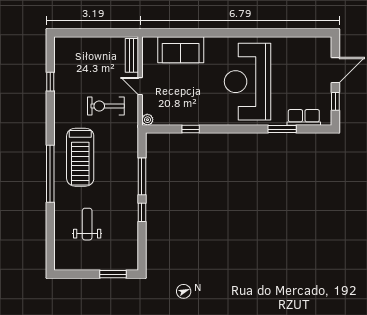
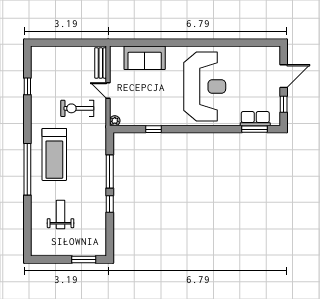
reception desk: (248, 82) -> (205, 86), turned 180
window: (282, 129) -> (254, 129), moved

